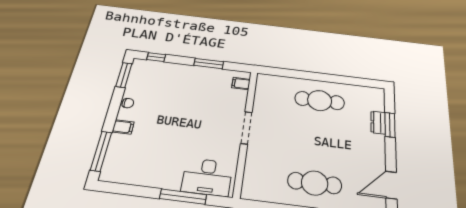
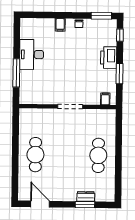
printer: (184, 73) -> (109, 58), added
window: (101, 151) -> (41, 15), removed
desk: (207, 177) -> (32, 54), moved

